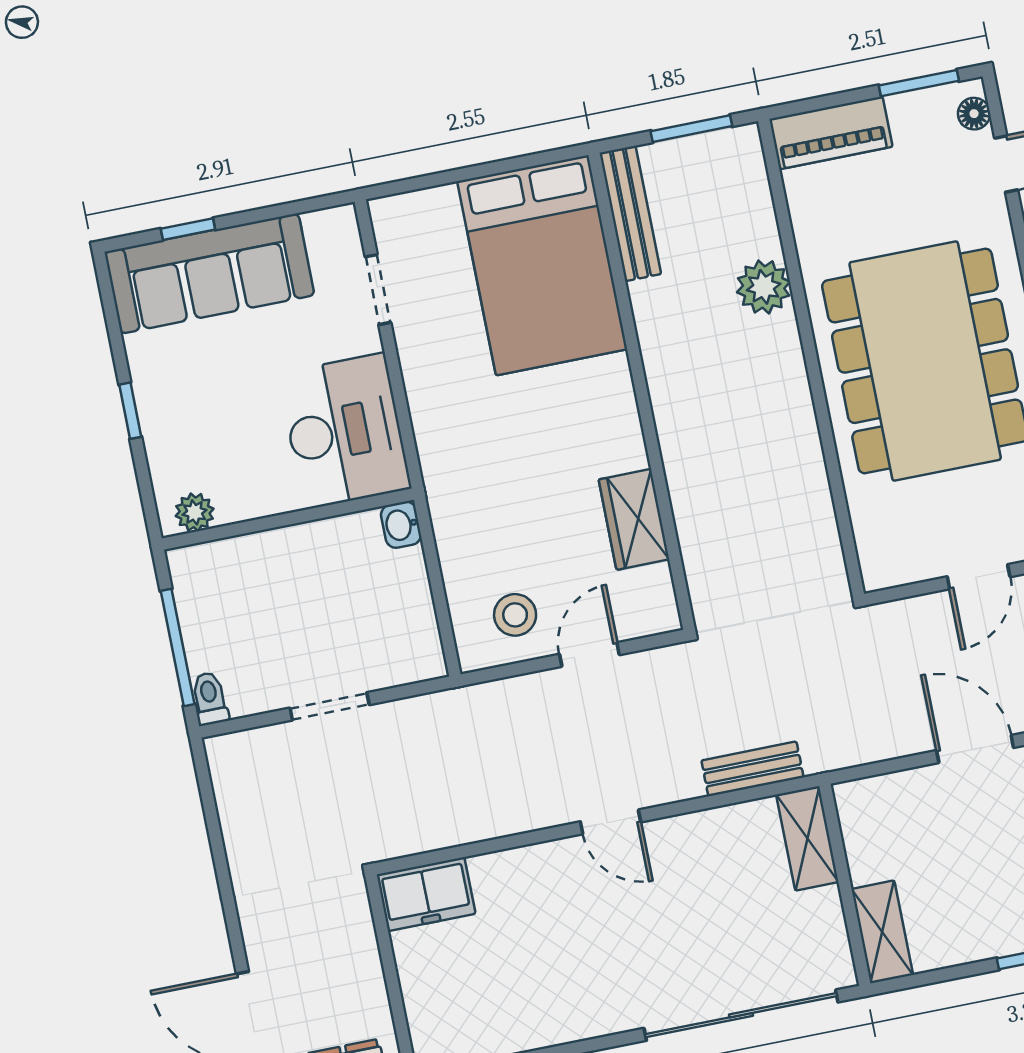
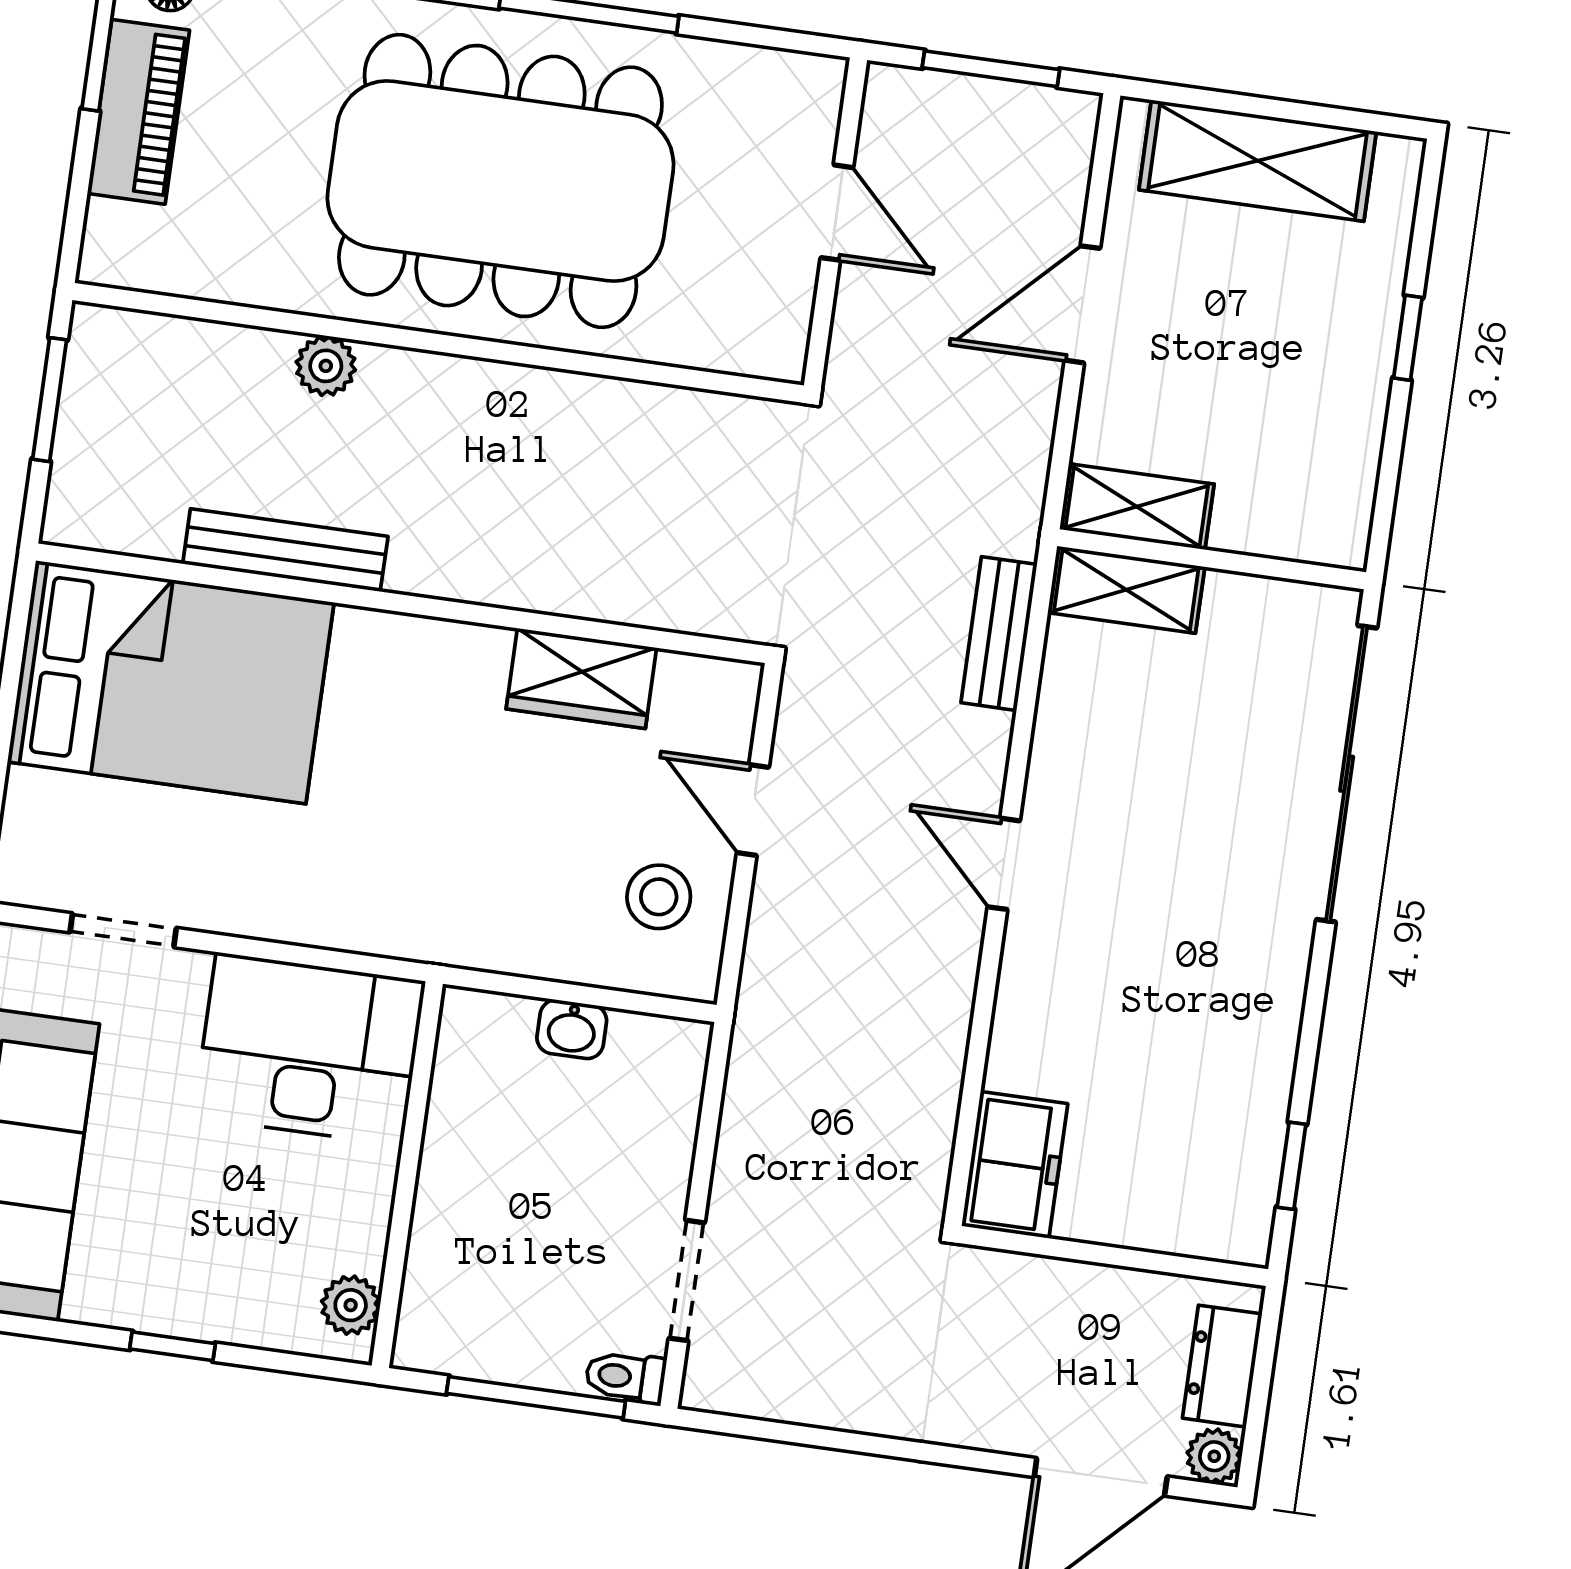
piano: (831, 133) -> (138, 112), moved
bench: (630, 213) -> (285, 550), moved
plant: (764, 287) -> (326, 366), width x0.73, depth x0.73
washbasin: (401, 525) -> (572, 1029), moved
doorway: (330, 706) -> (687, 1280), moved
door: (611, 822) -> (1004, 864), swing flipped
shelving: (882, 932) -> (1137, 507), moved

